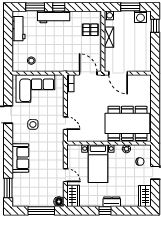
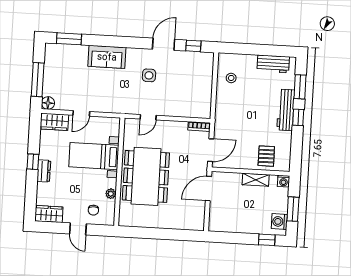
corner sofa: (35, 89) -> (195, 81), removed
window: (8, 91) -> (193, 46), added
dining table: (127, 123) -> (146, 176), moved

